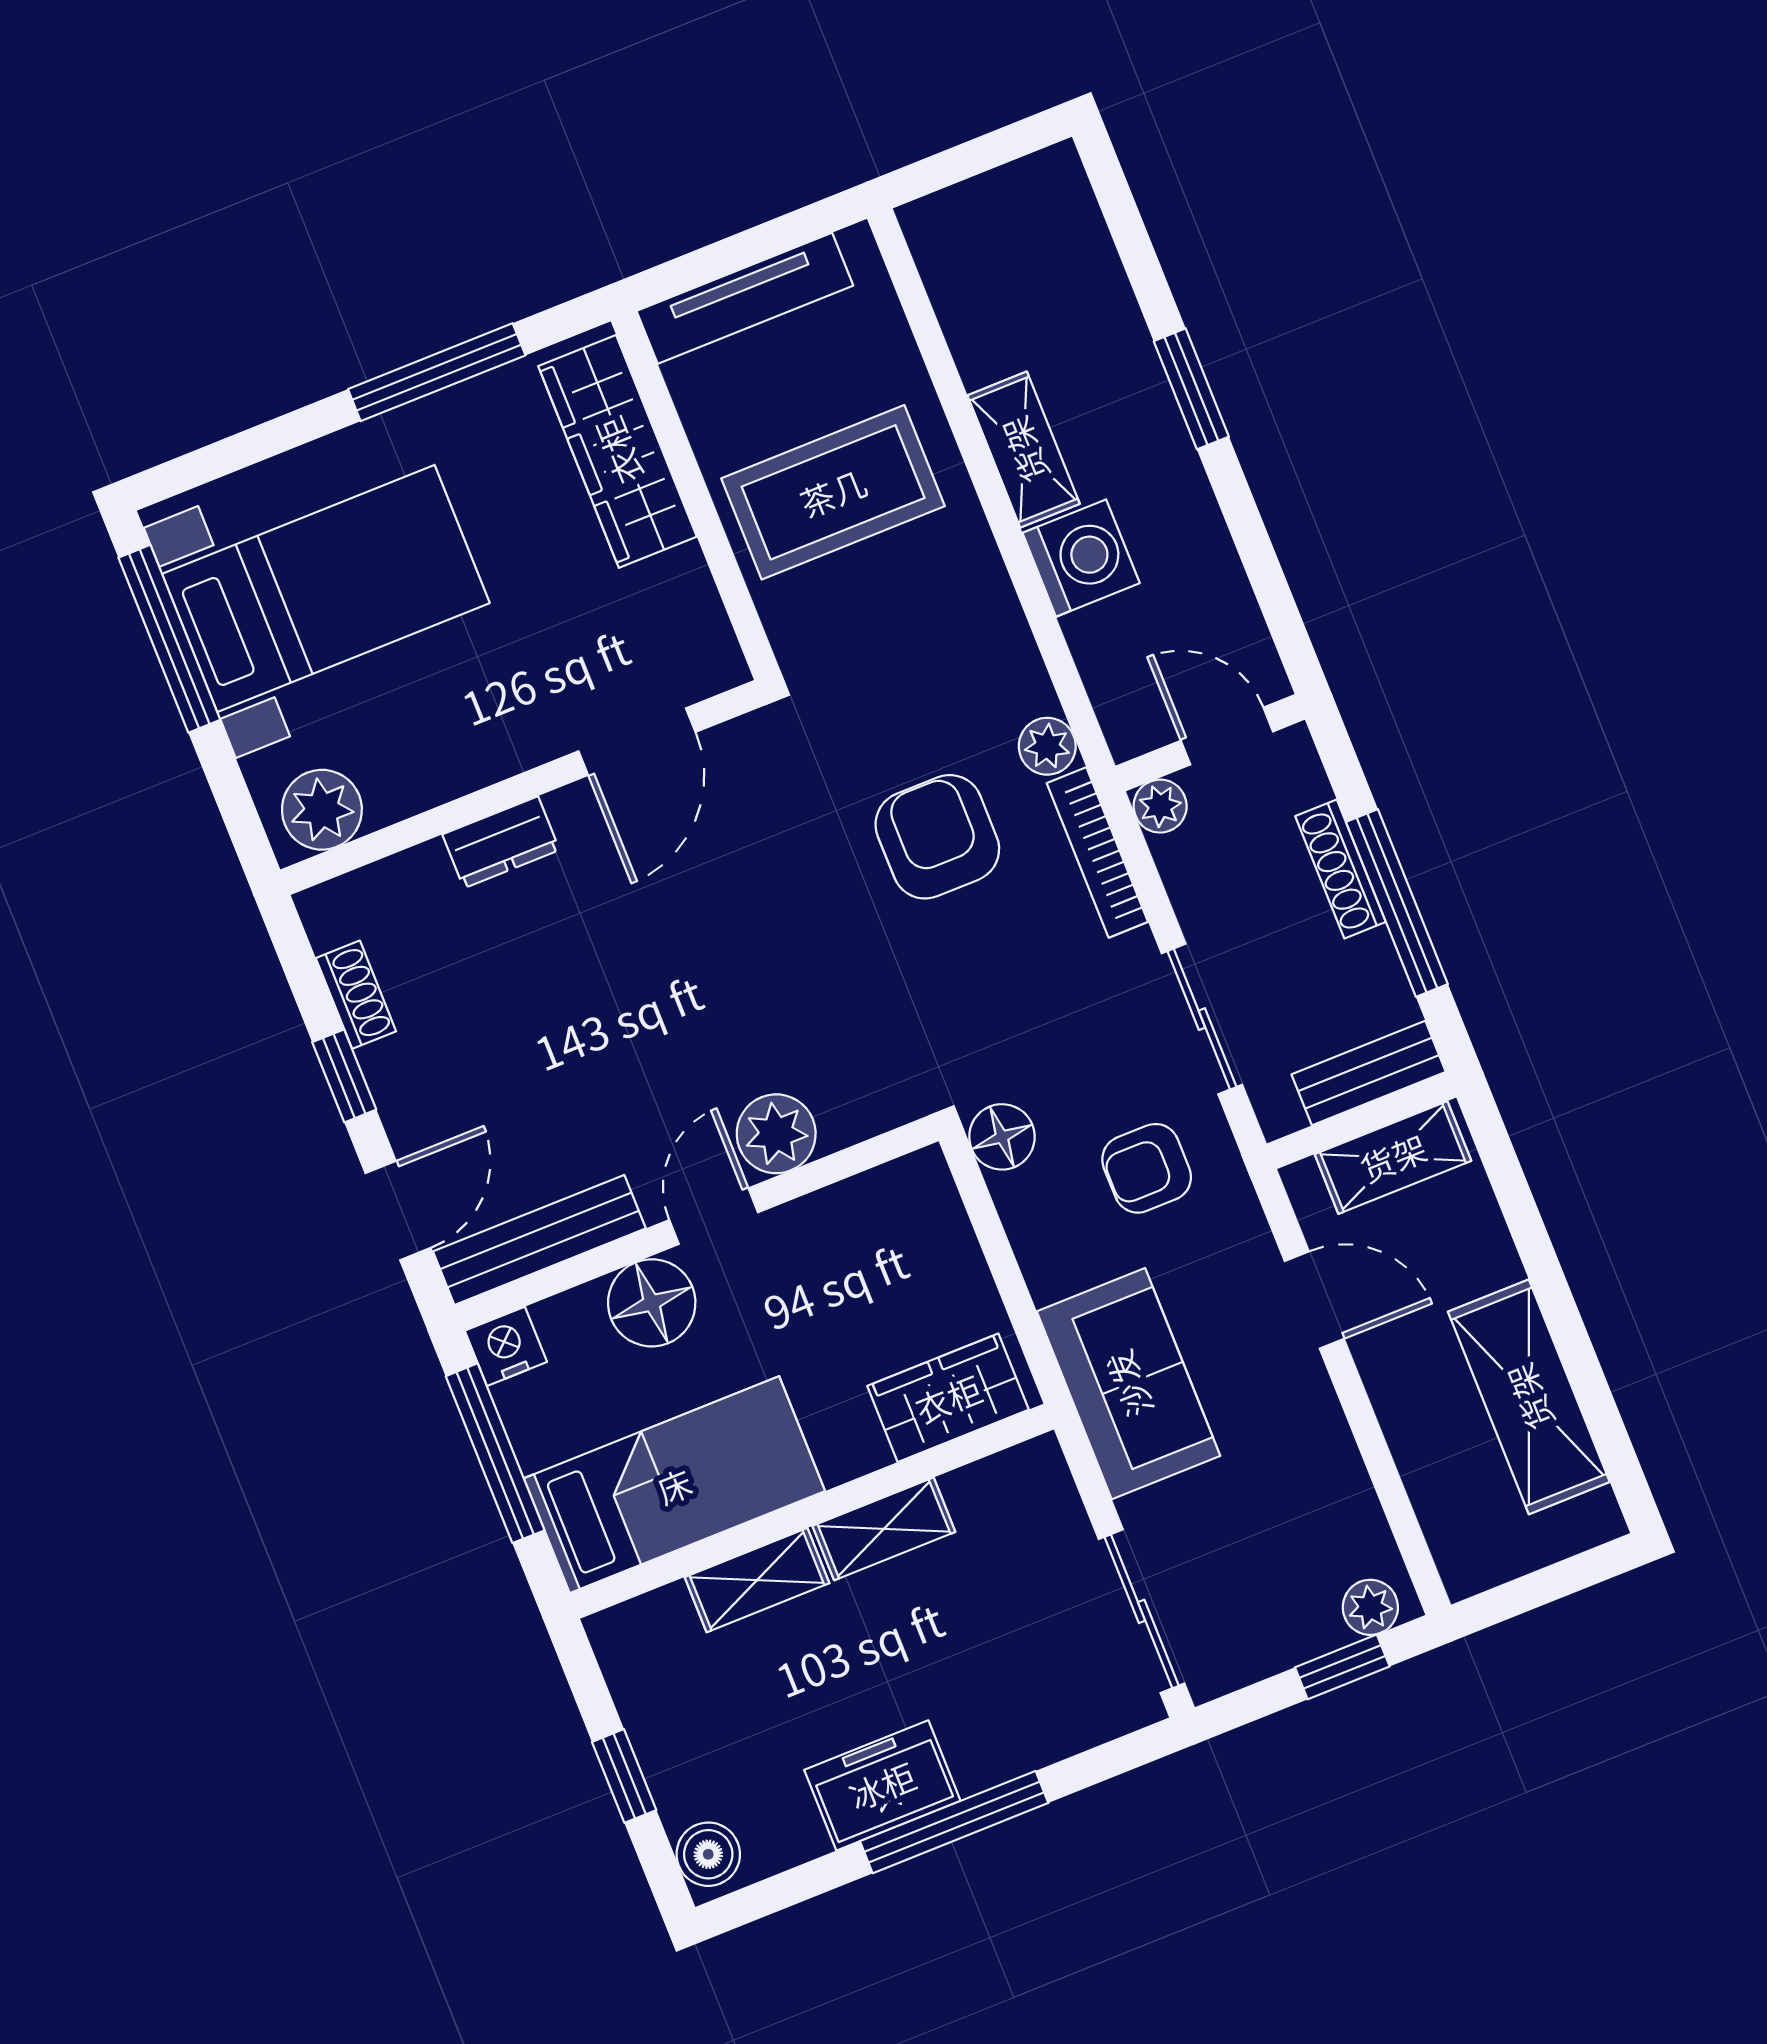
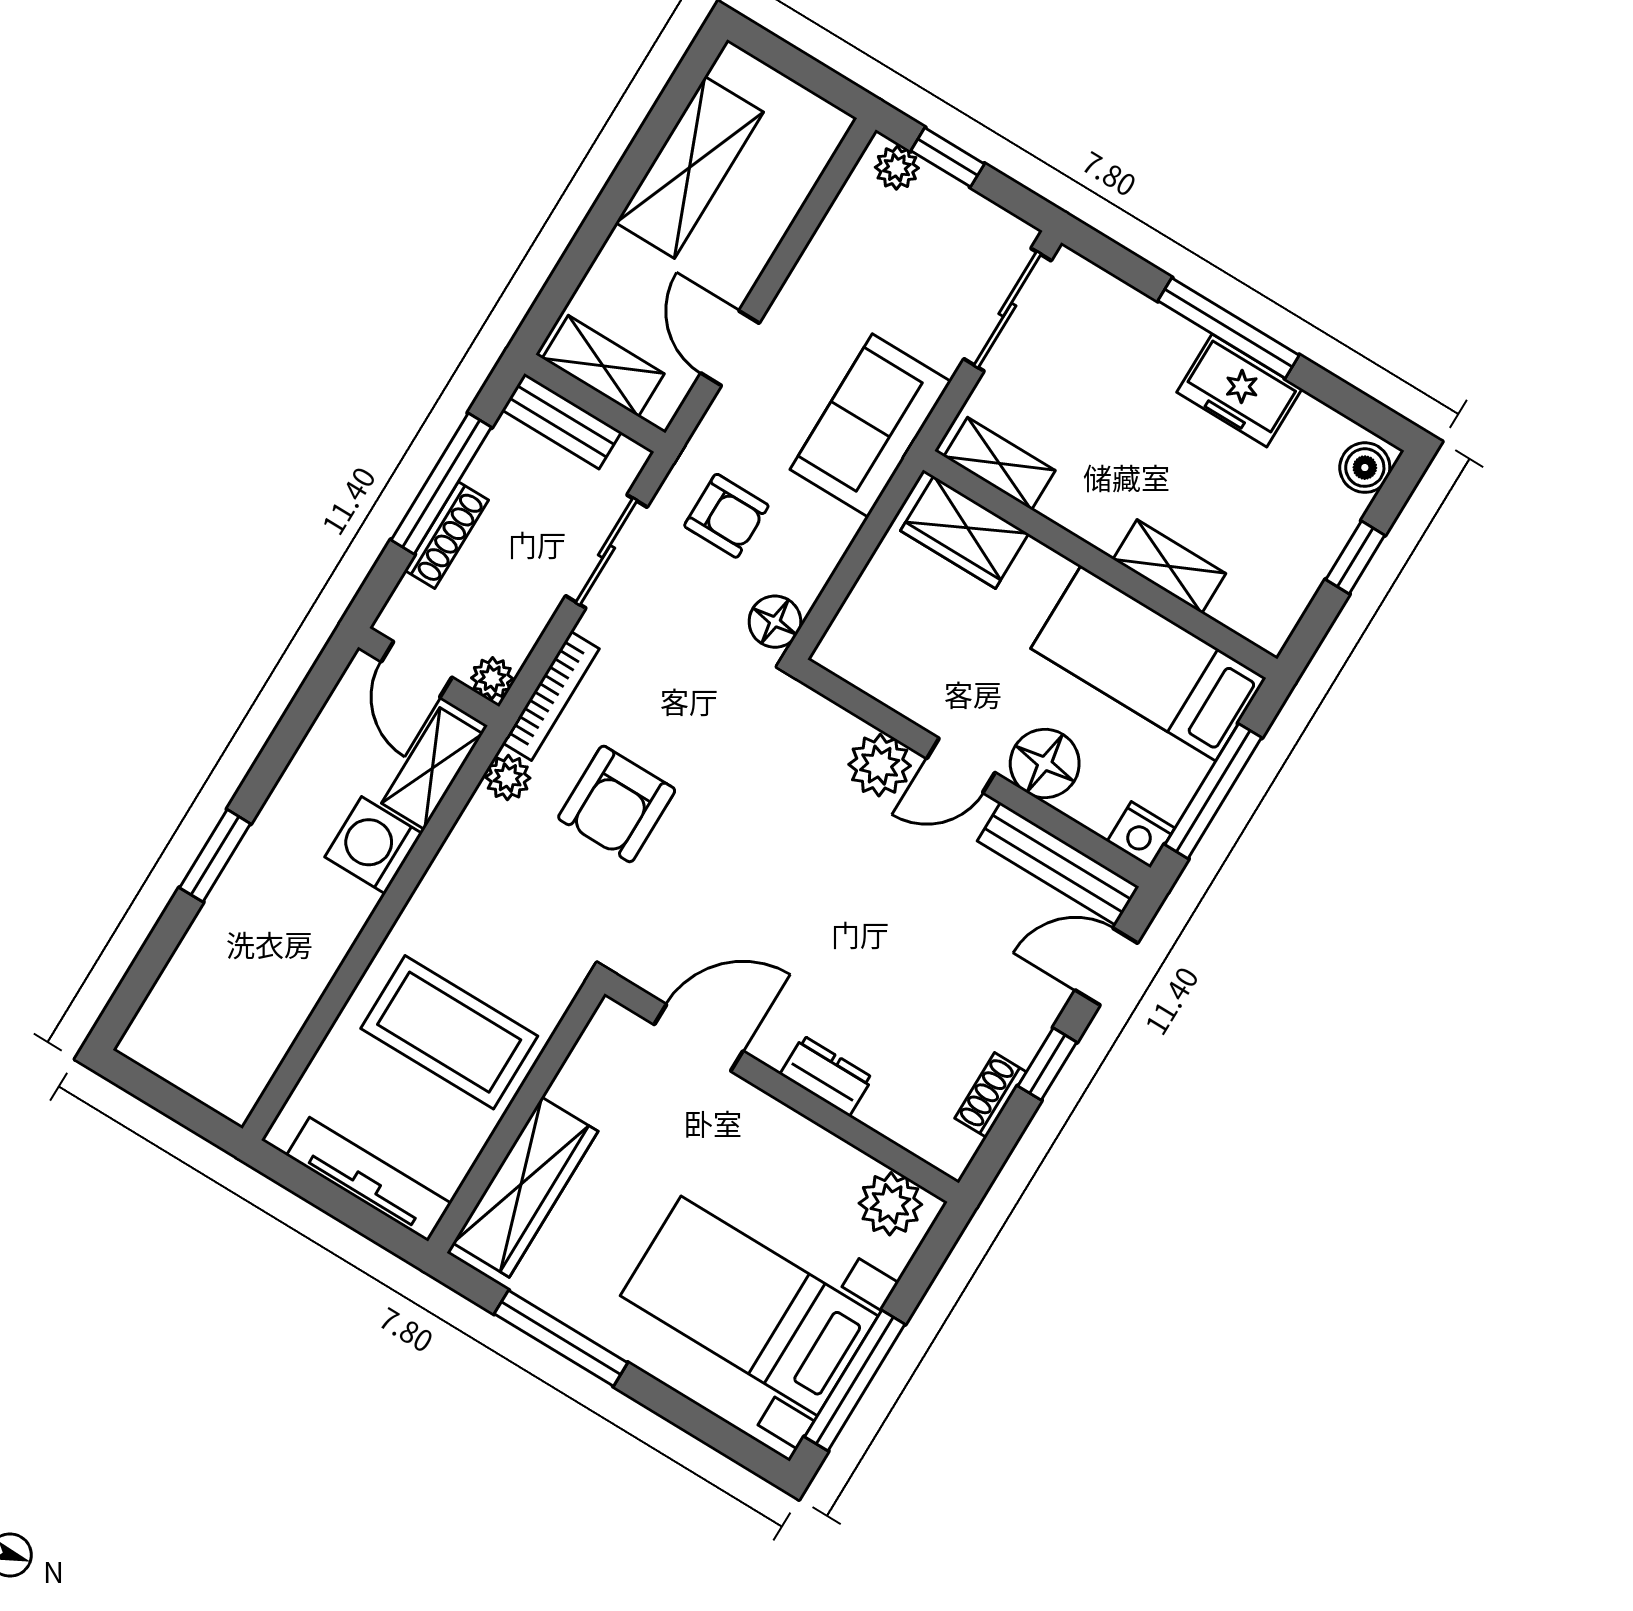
shelving: (1024, 450) -> (432, 769), moved
shelving: (884, 1529) -> (1000, 463), moved

